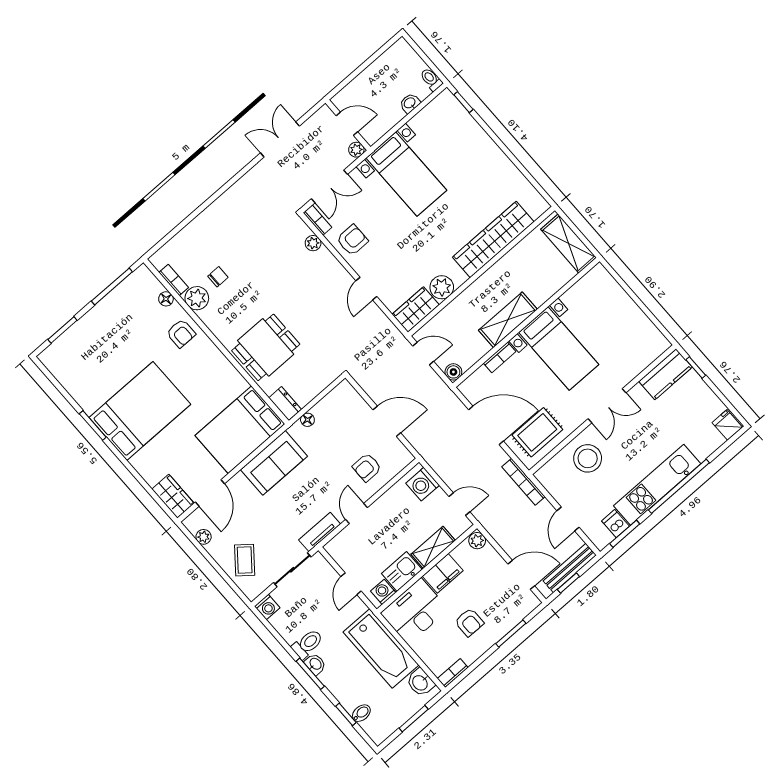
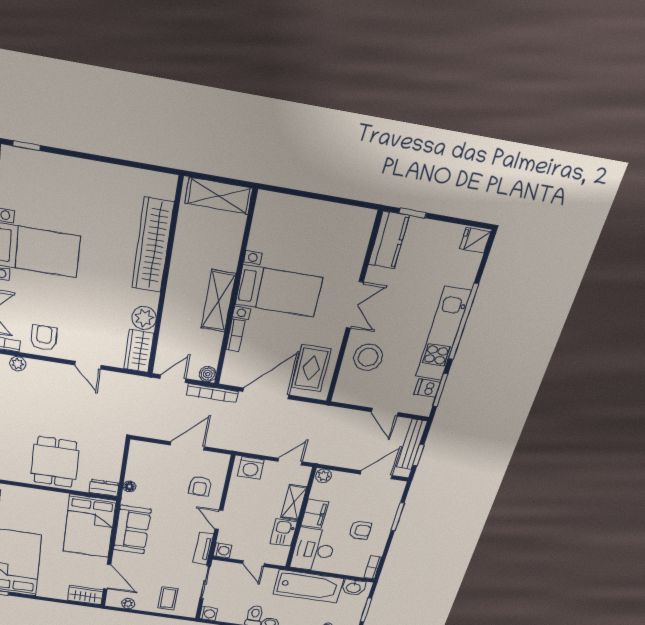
bookcase: (523, 482) -> (212, 393), moved
coffee table: (245, 560) -> (168, 598), turned 51
washing machine: (383, 592) -> (223, 550), moved, turned 180

